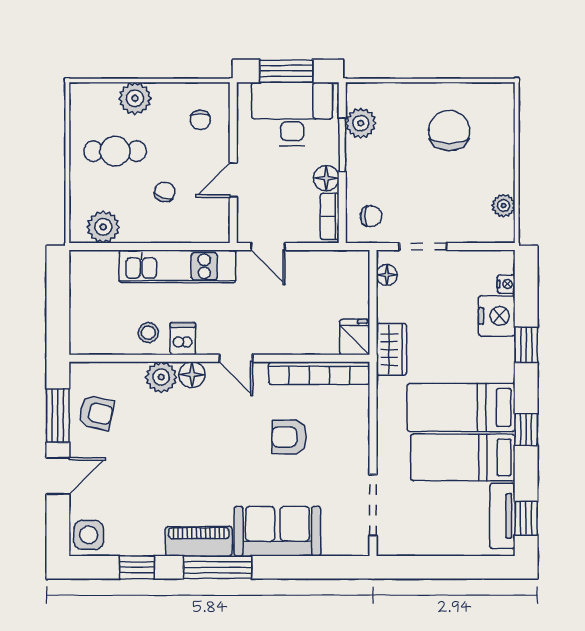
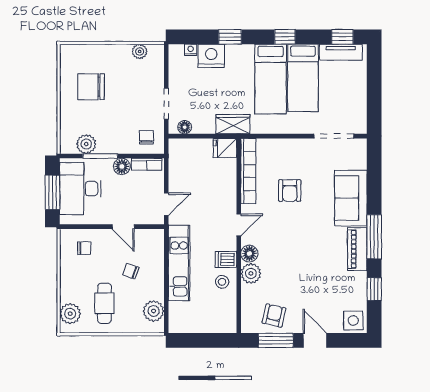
plant: (135, 98) -> (70, 314), moved

